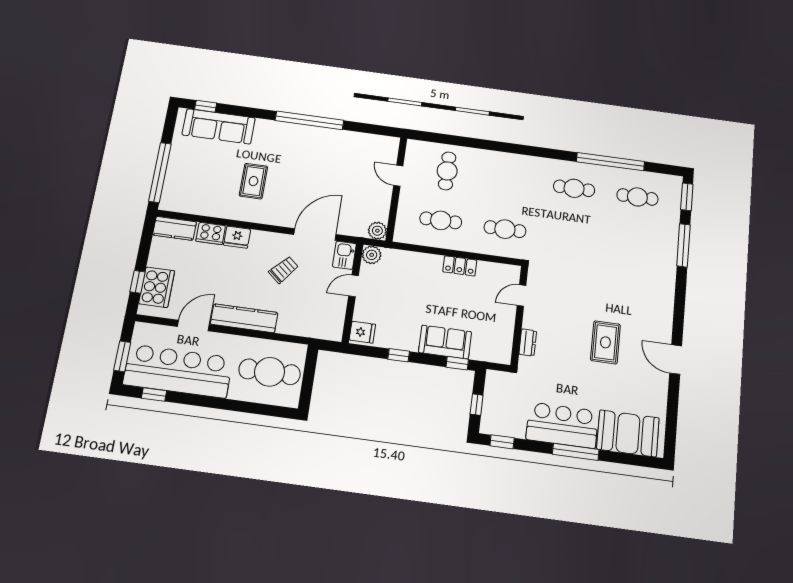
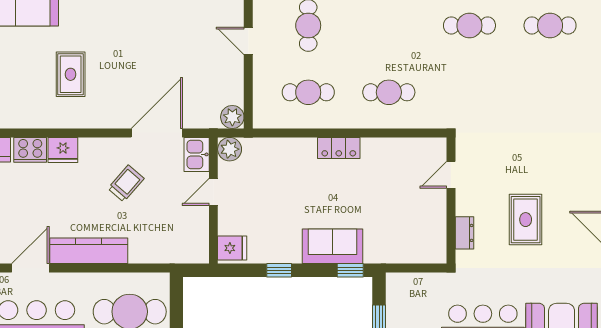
door: (522, 295) -> (451, 175), moved
wall: (519, 315) -> (451, 201), moved
dresser: (528, 343) -> (464, 233), moved

